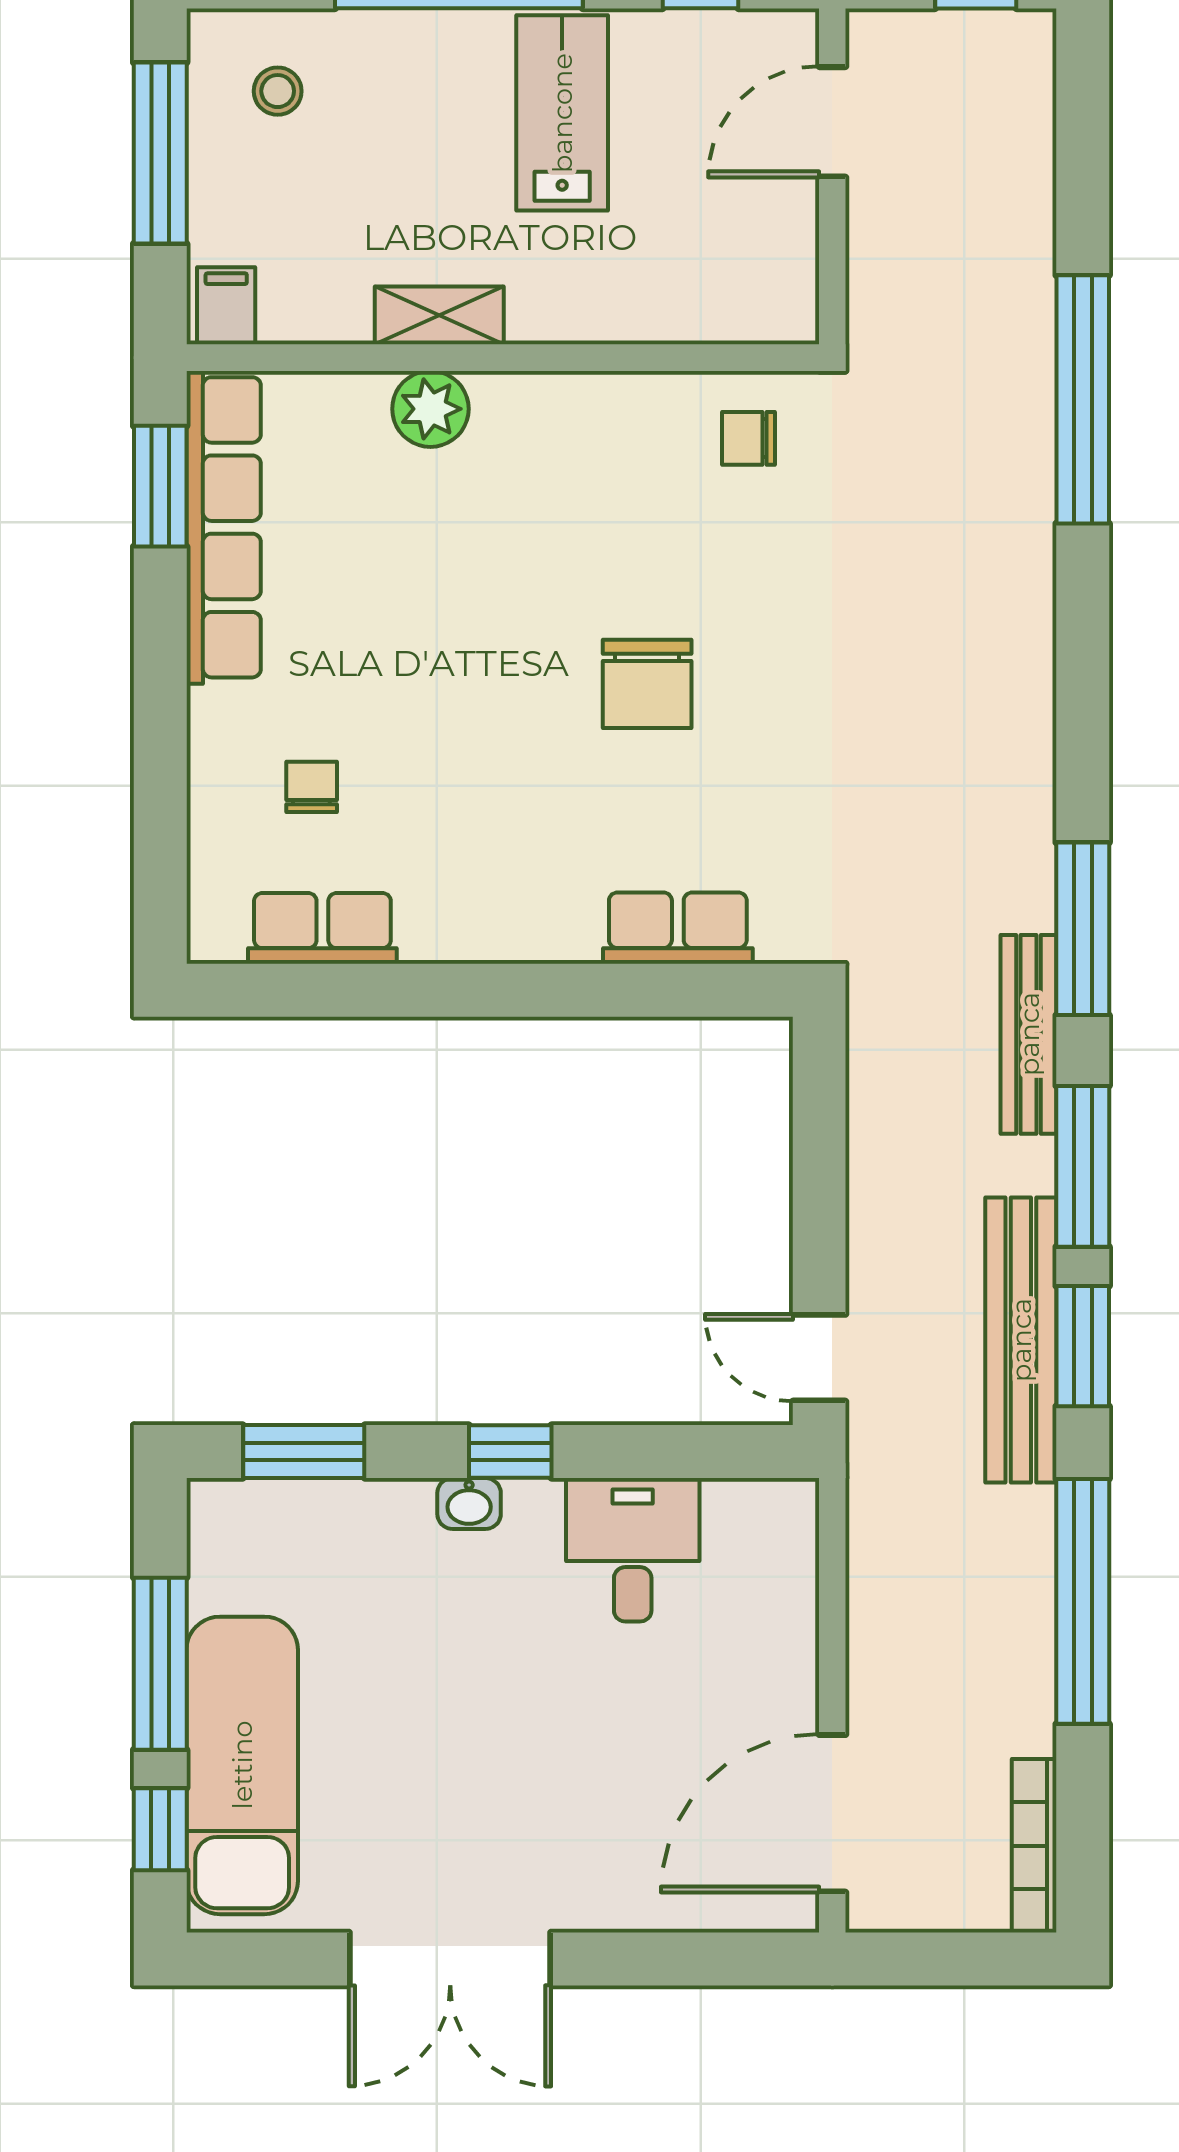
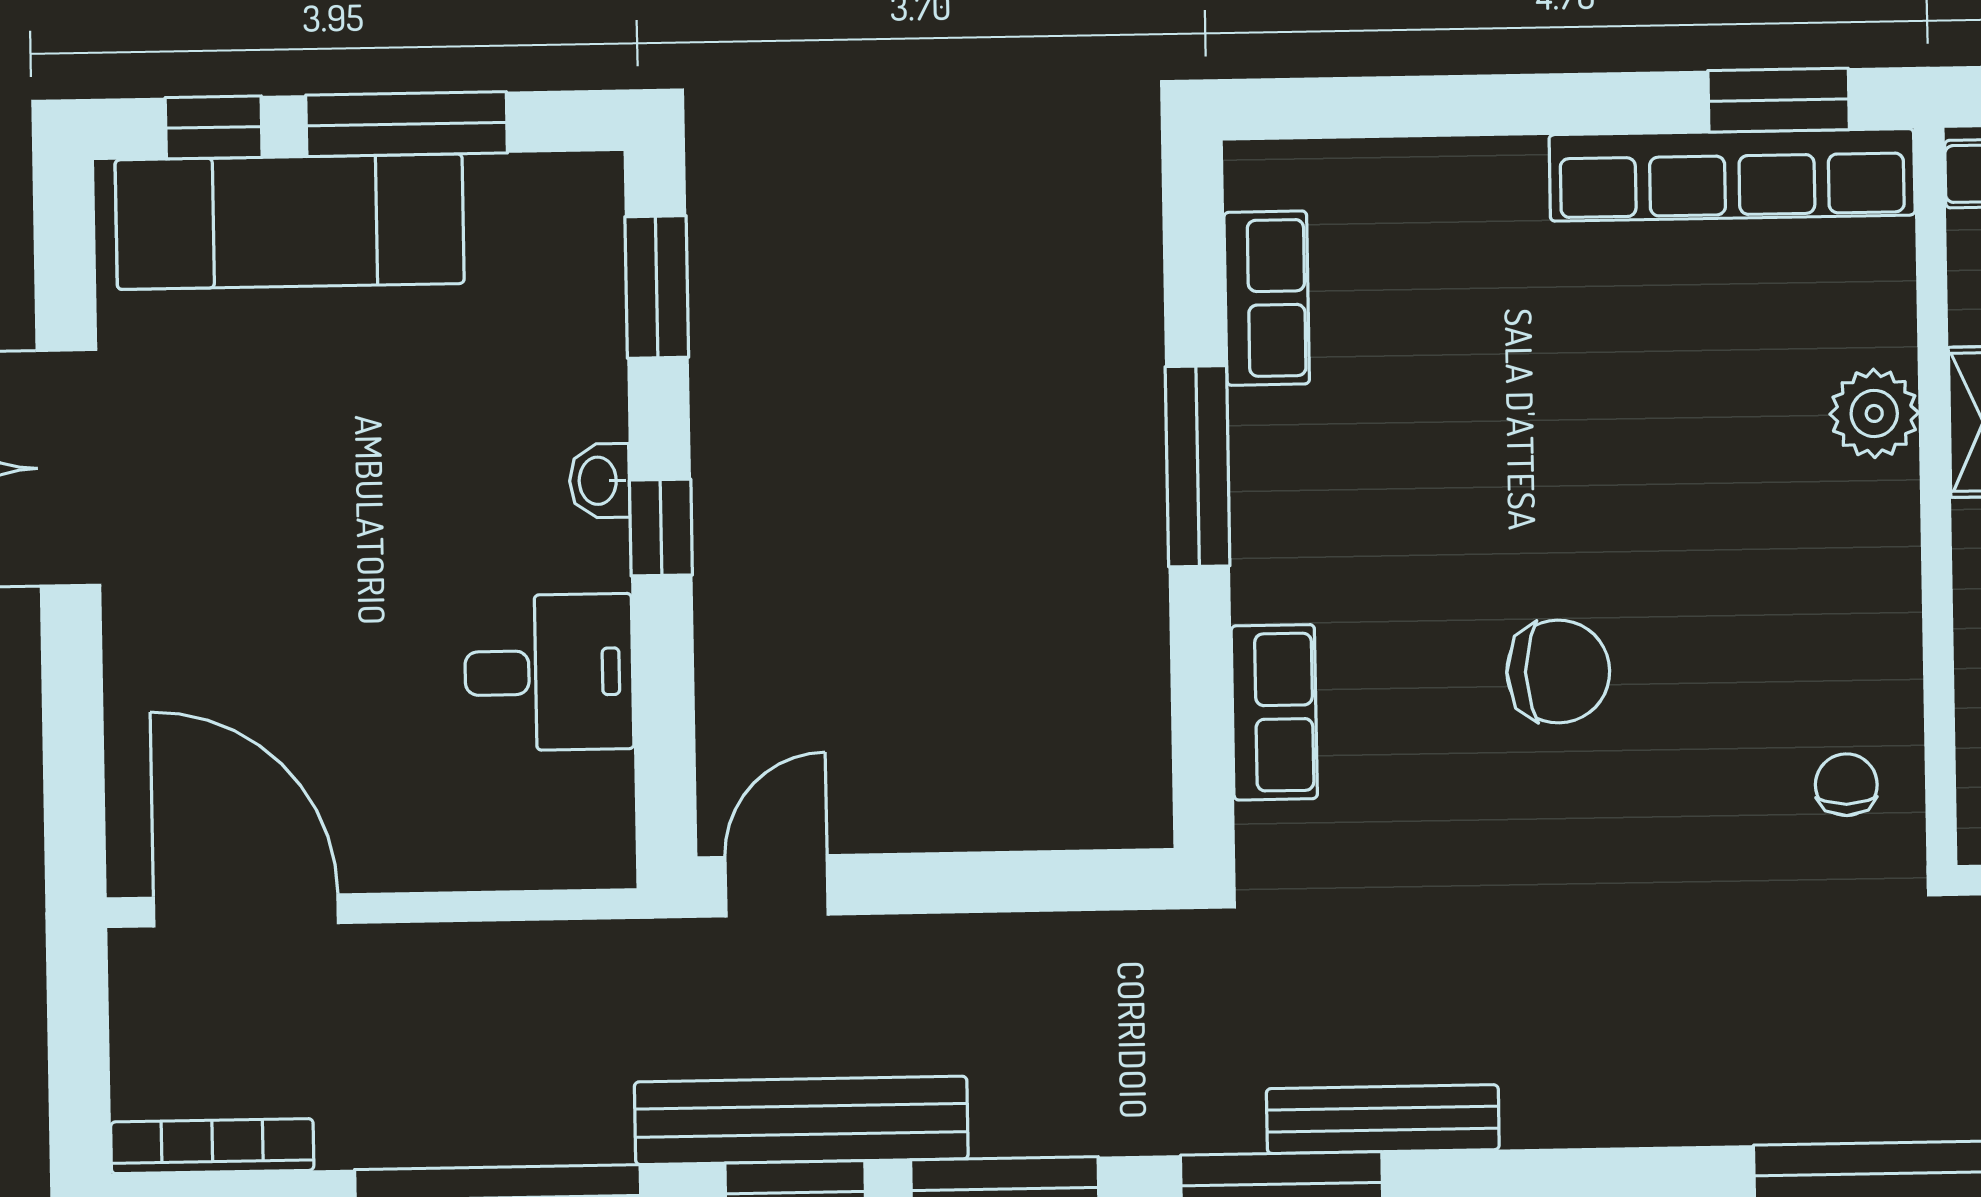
chair: (647, 684) -> (1558, 672), turned 180
chair: (312, 787) -> (1431, 283), removed
window: (466, 990) -> (1198, 466), added
bench: (1029, 1034) -> (1383, 1119), moved

